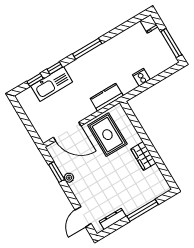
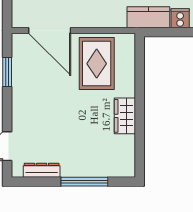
kitchen counter: (107, 97) -> (148, 17), moved
plant: (69, 178) -> (18, 88), removed

